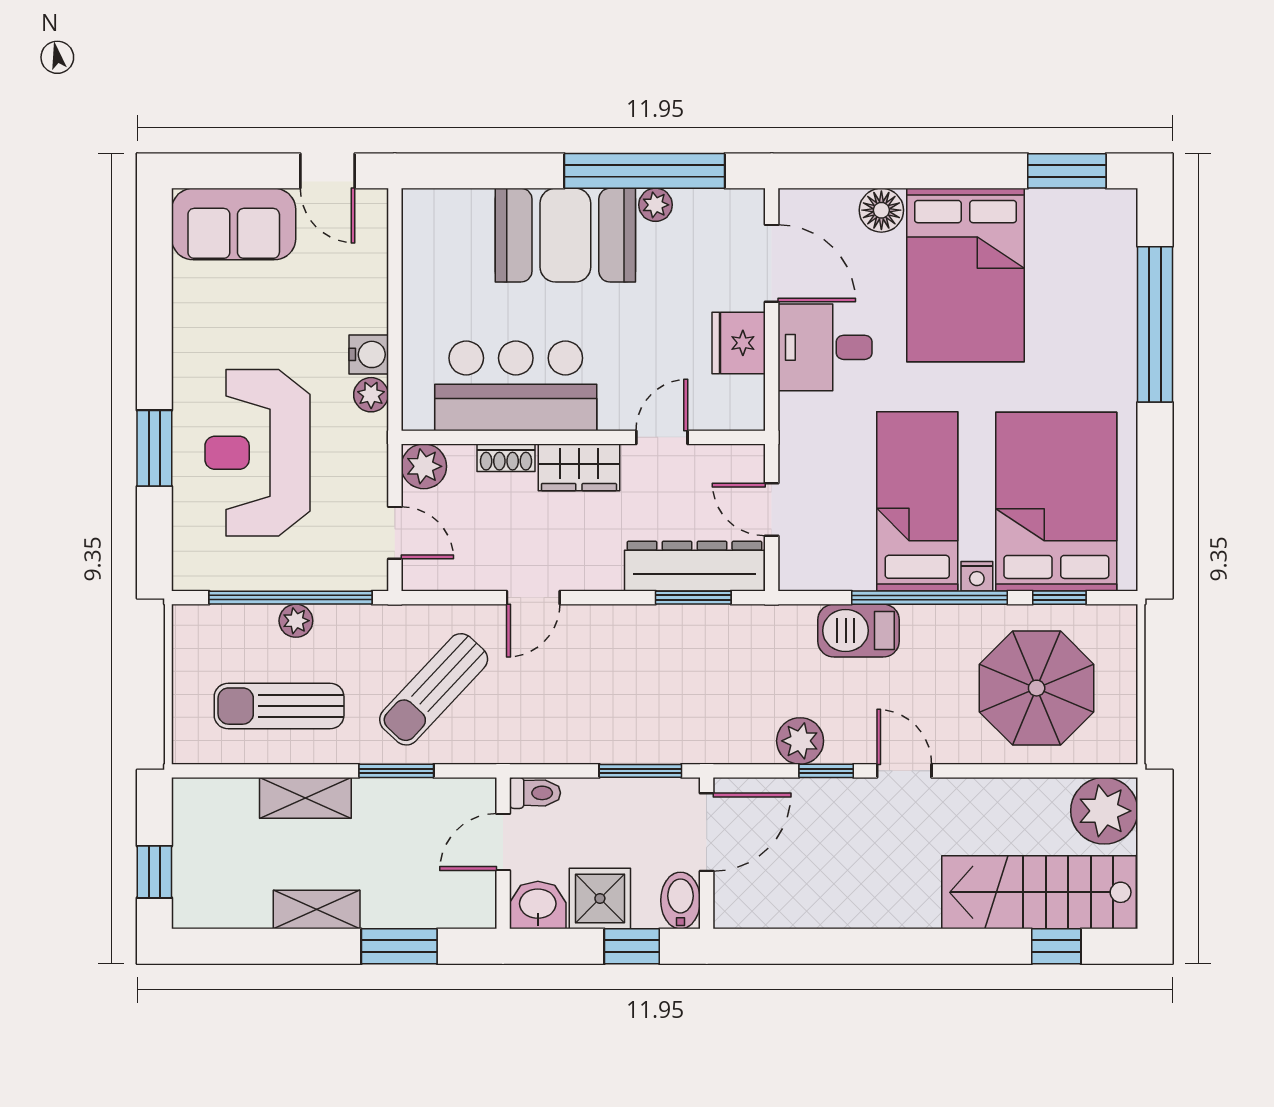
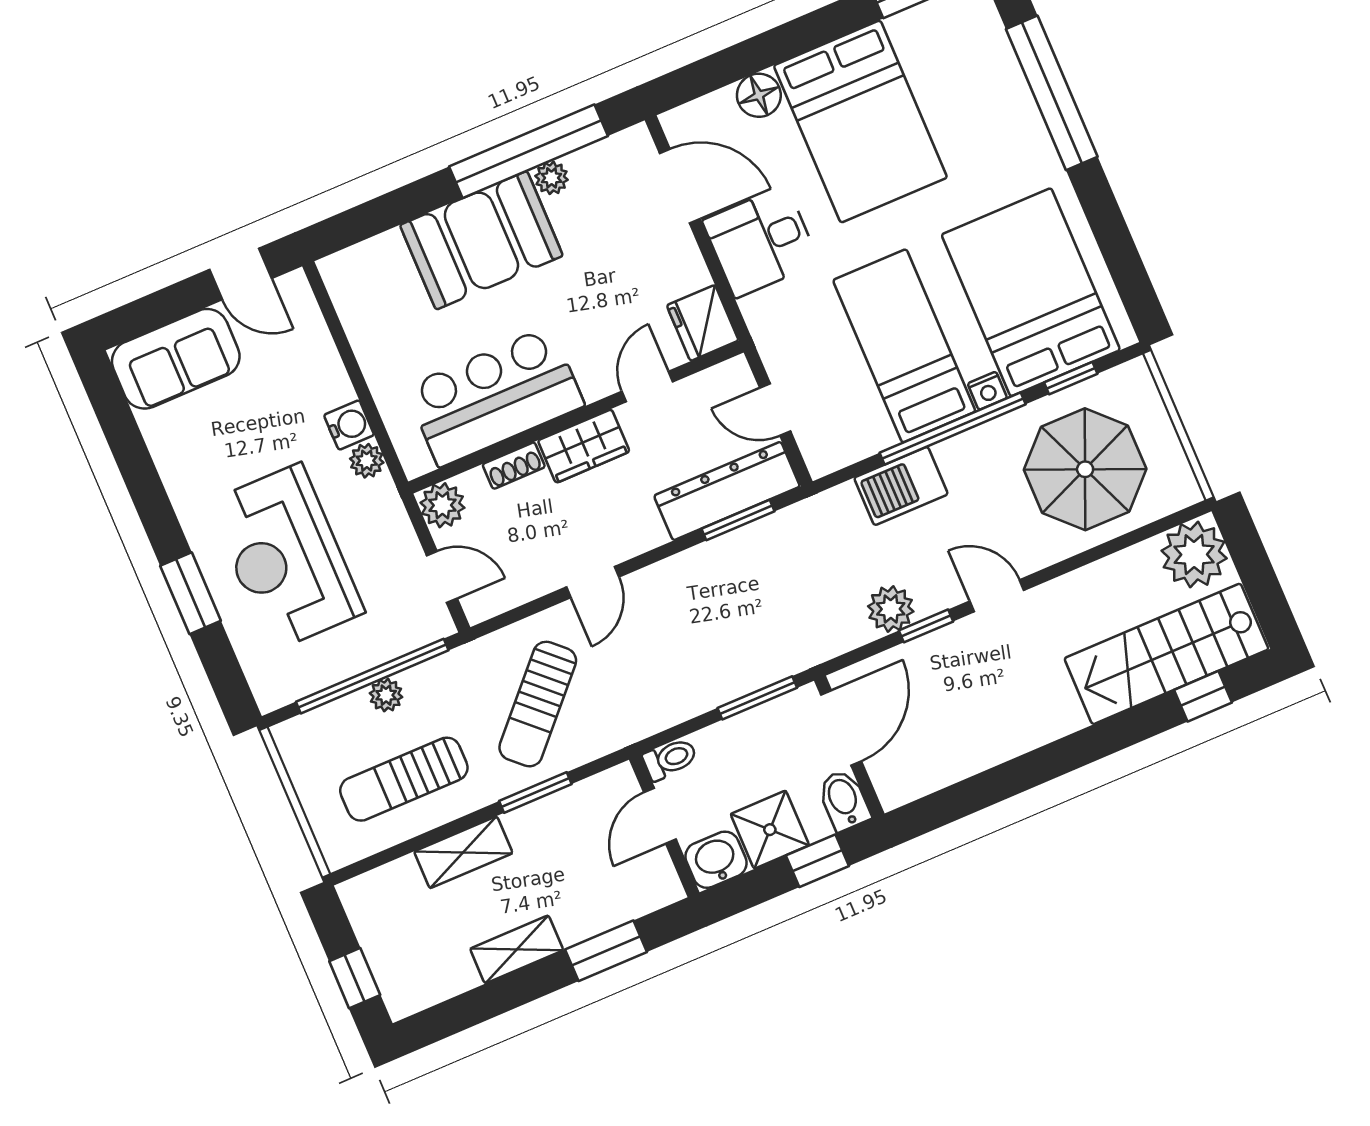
fridge: (739, 343) -> (703, 323), moved

